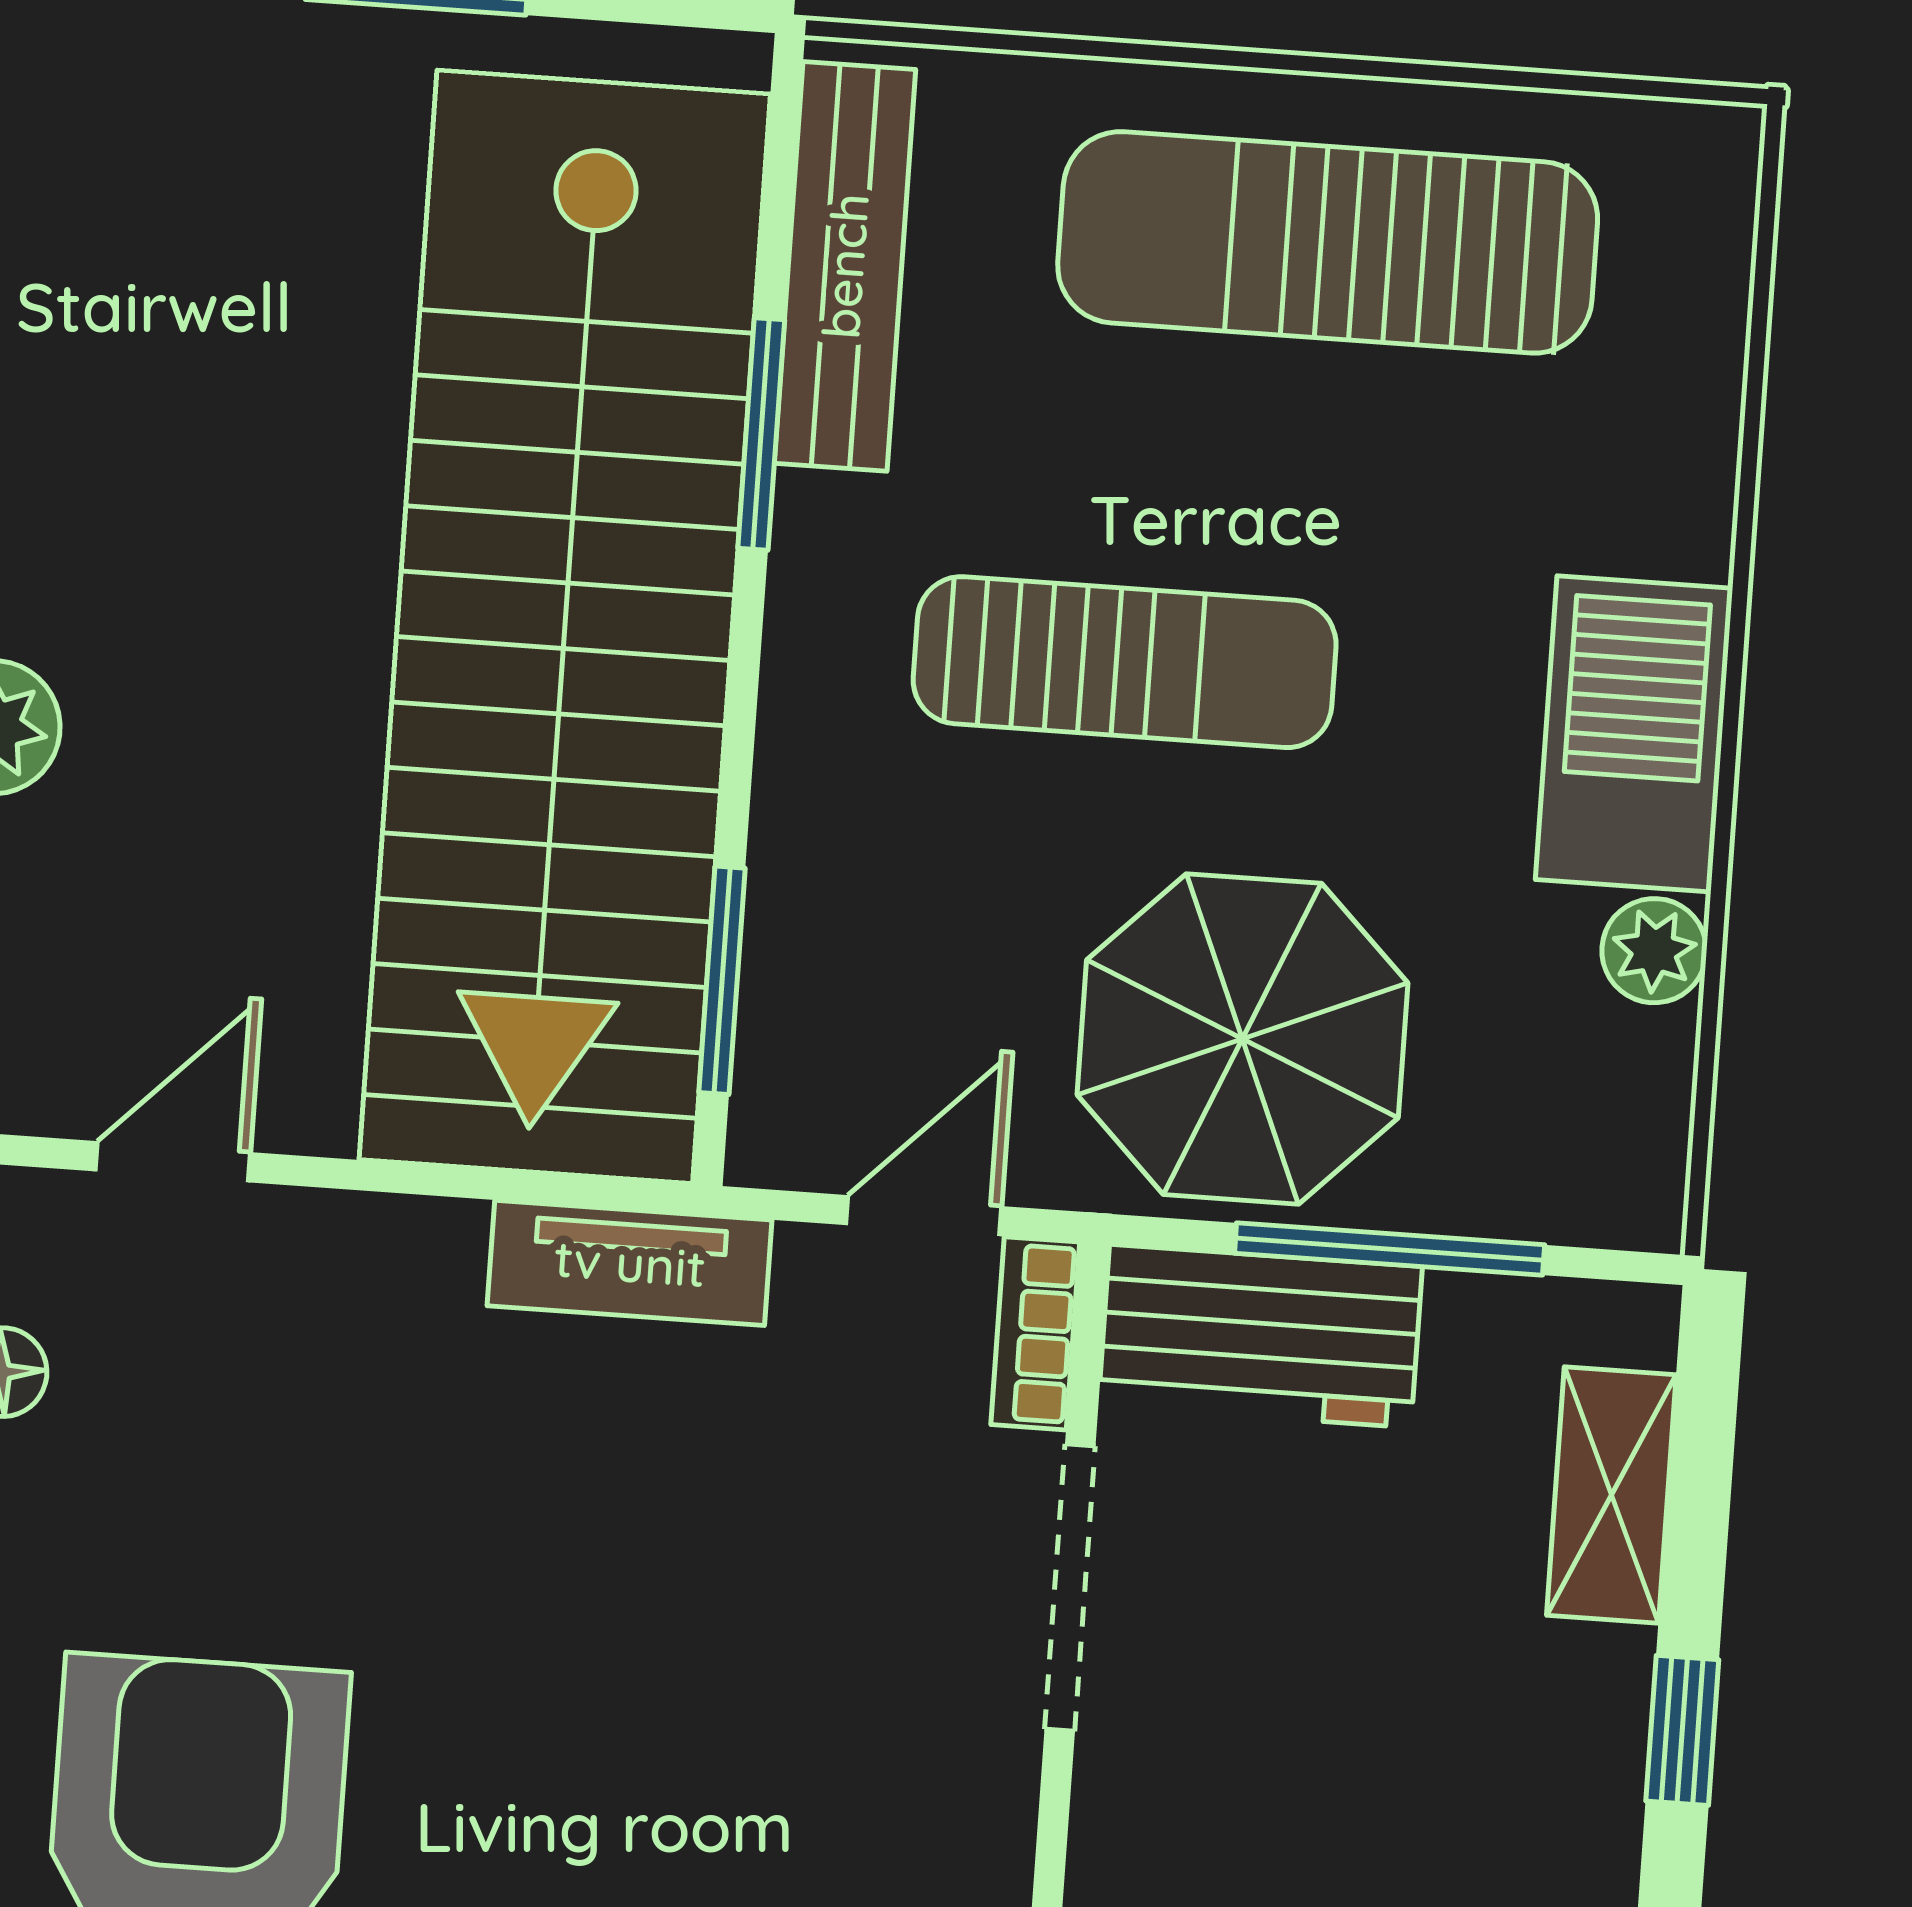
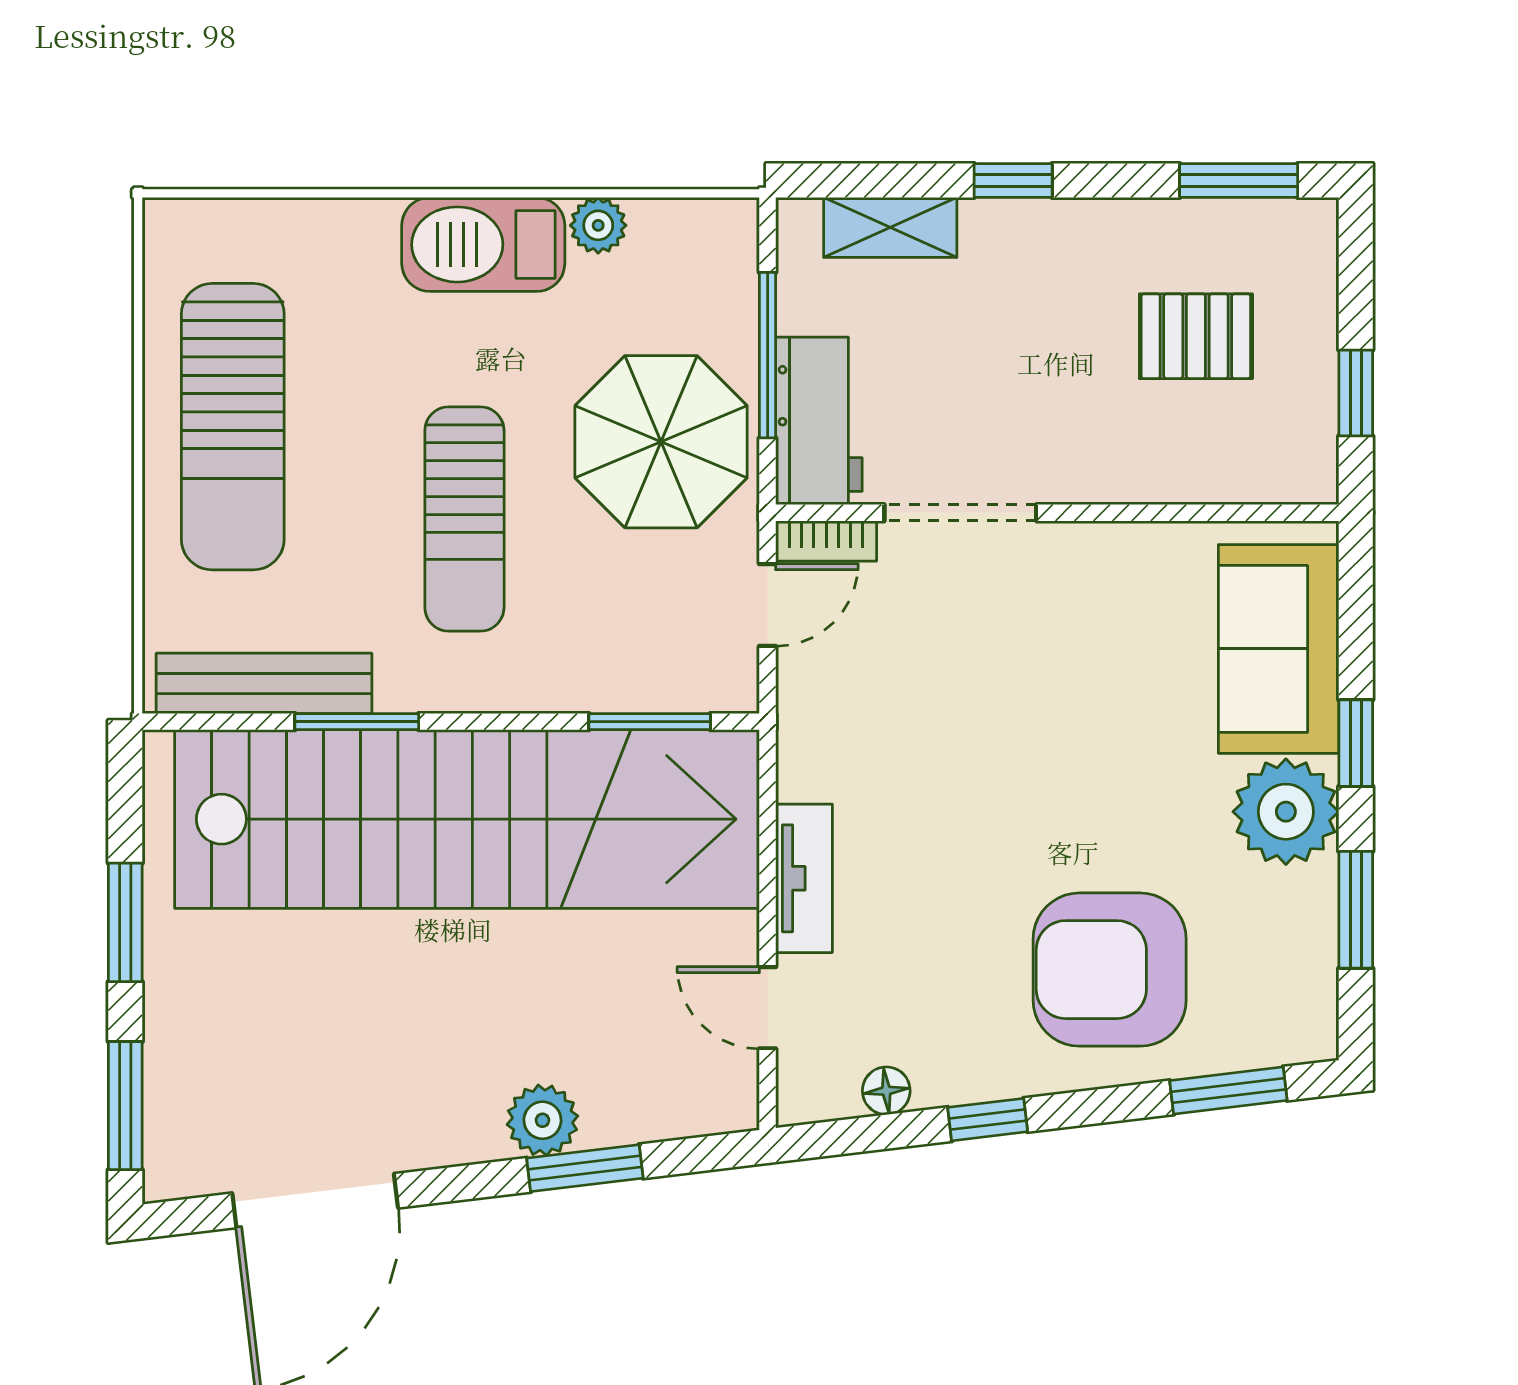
sun lounger: (1125, 662) -> (464, 519), turned 180
door: (924, 1216) -> (768, 605), swing flipped
tv unit: (630, 1263) -> (804, 878), moved

